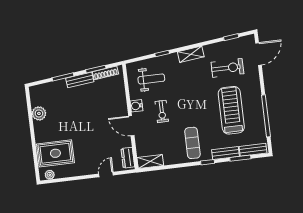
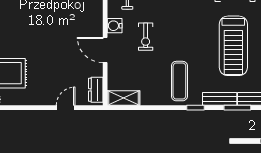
treadmill: (231, 110) -> (233, 46), turned 180

